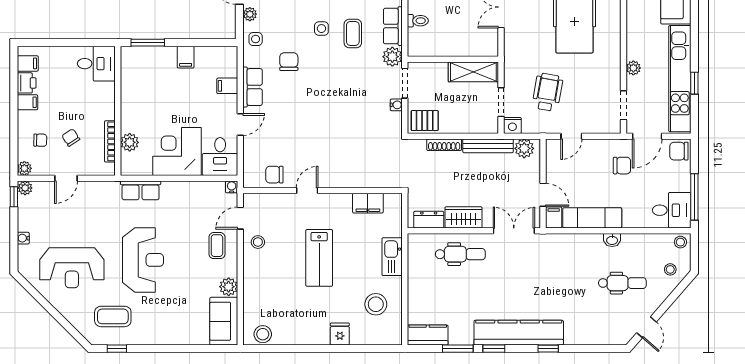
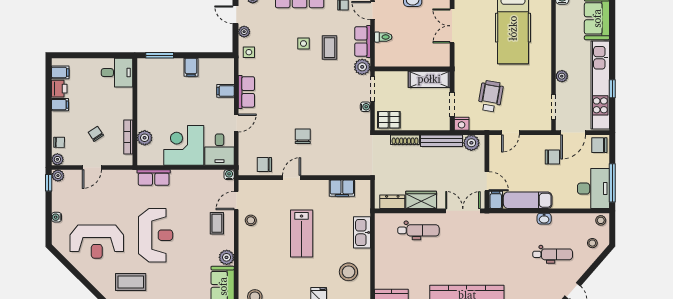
chair: (289, 62) -> (303, 136), moved
chair: (40, 140) -> (59, 142), moved
desk: (672, 210) -> (593, 189), width x1.37

